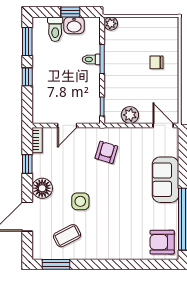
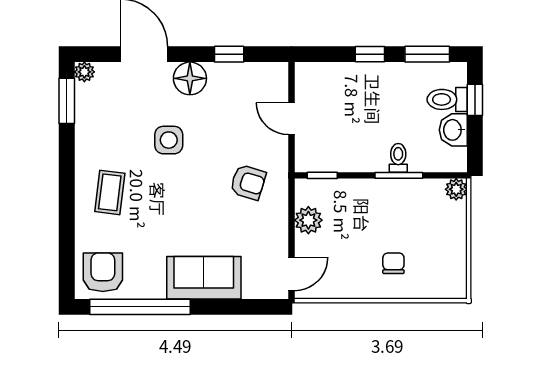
window: (70, 12) -> (475, 100), moved
bookcase: (37, 140) -> (268, 70), removed
coffee table: (67, 236) -> (110, 192), moved, turned 34
plant: (38, 254) -> (84, 72), added

